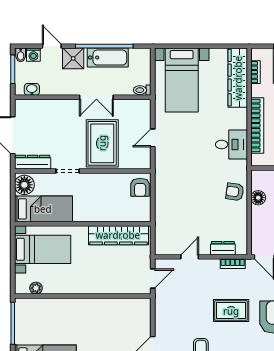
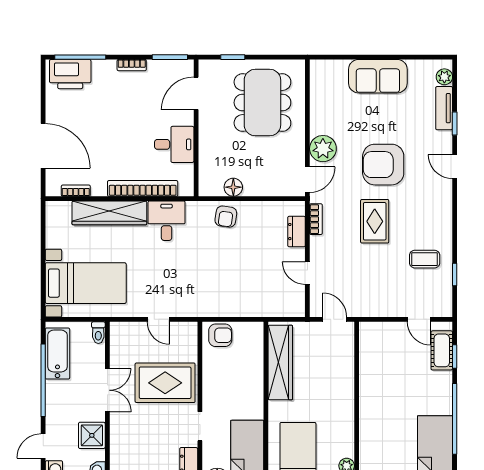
shower: (73, 58) -> (92, 435), moved
bathtub: (108, 58) -> (57, 354), moved
wardrobe: (238, 78) -> (109, 213), moved

